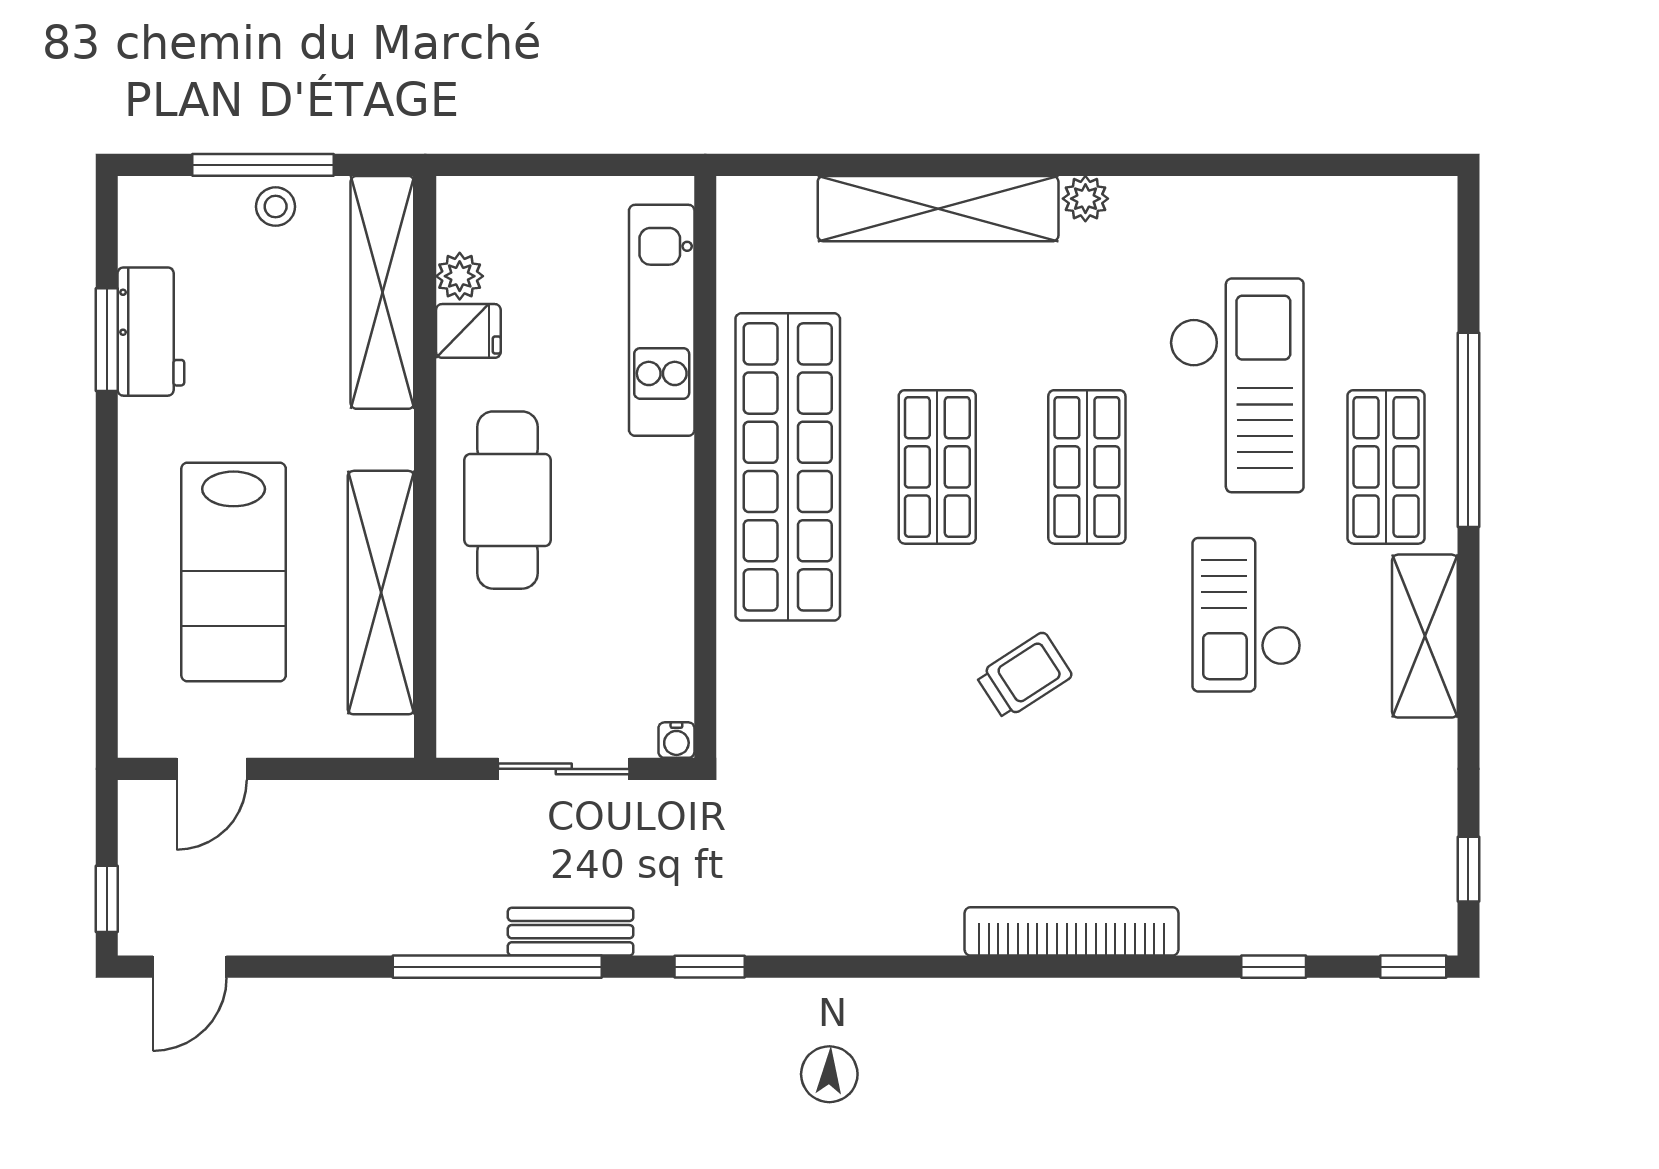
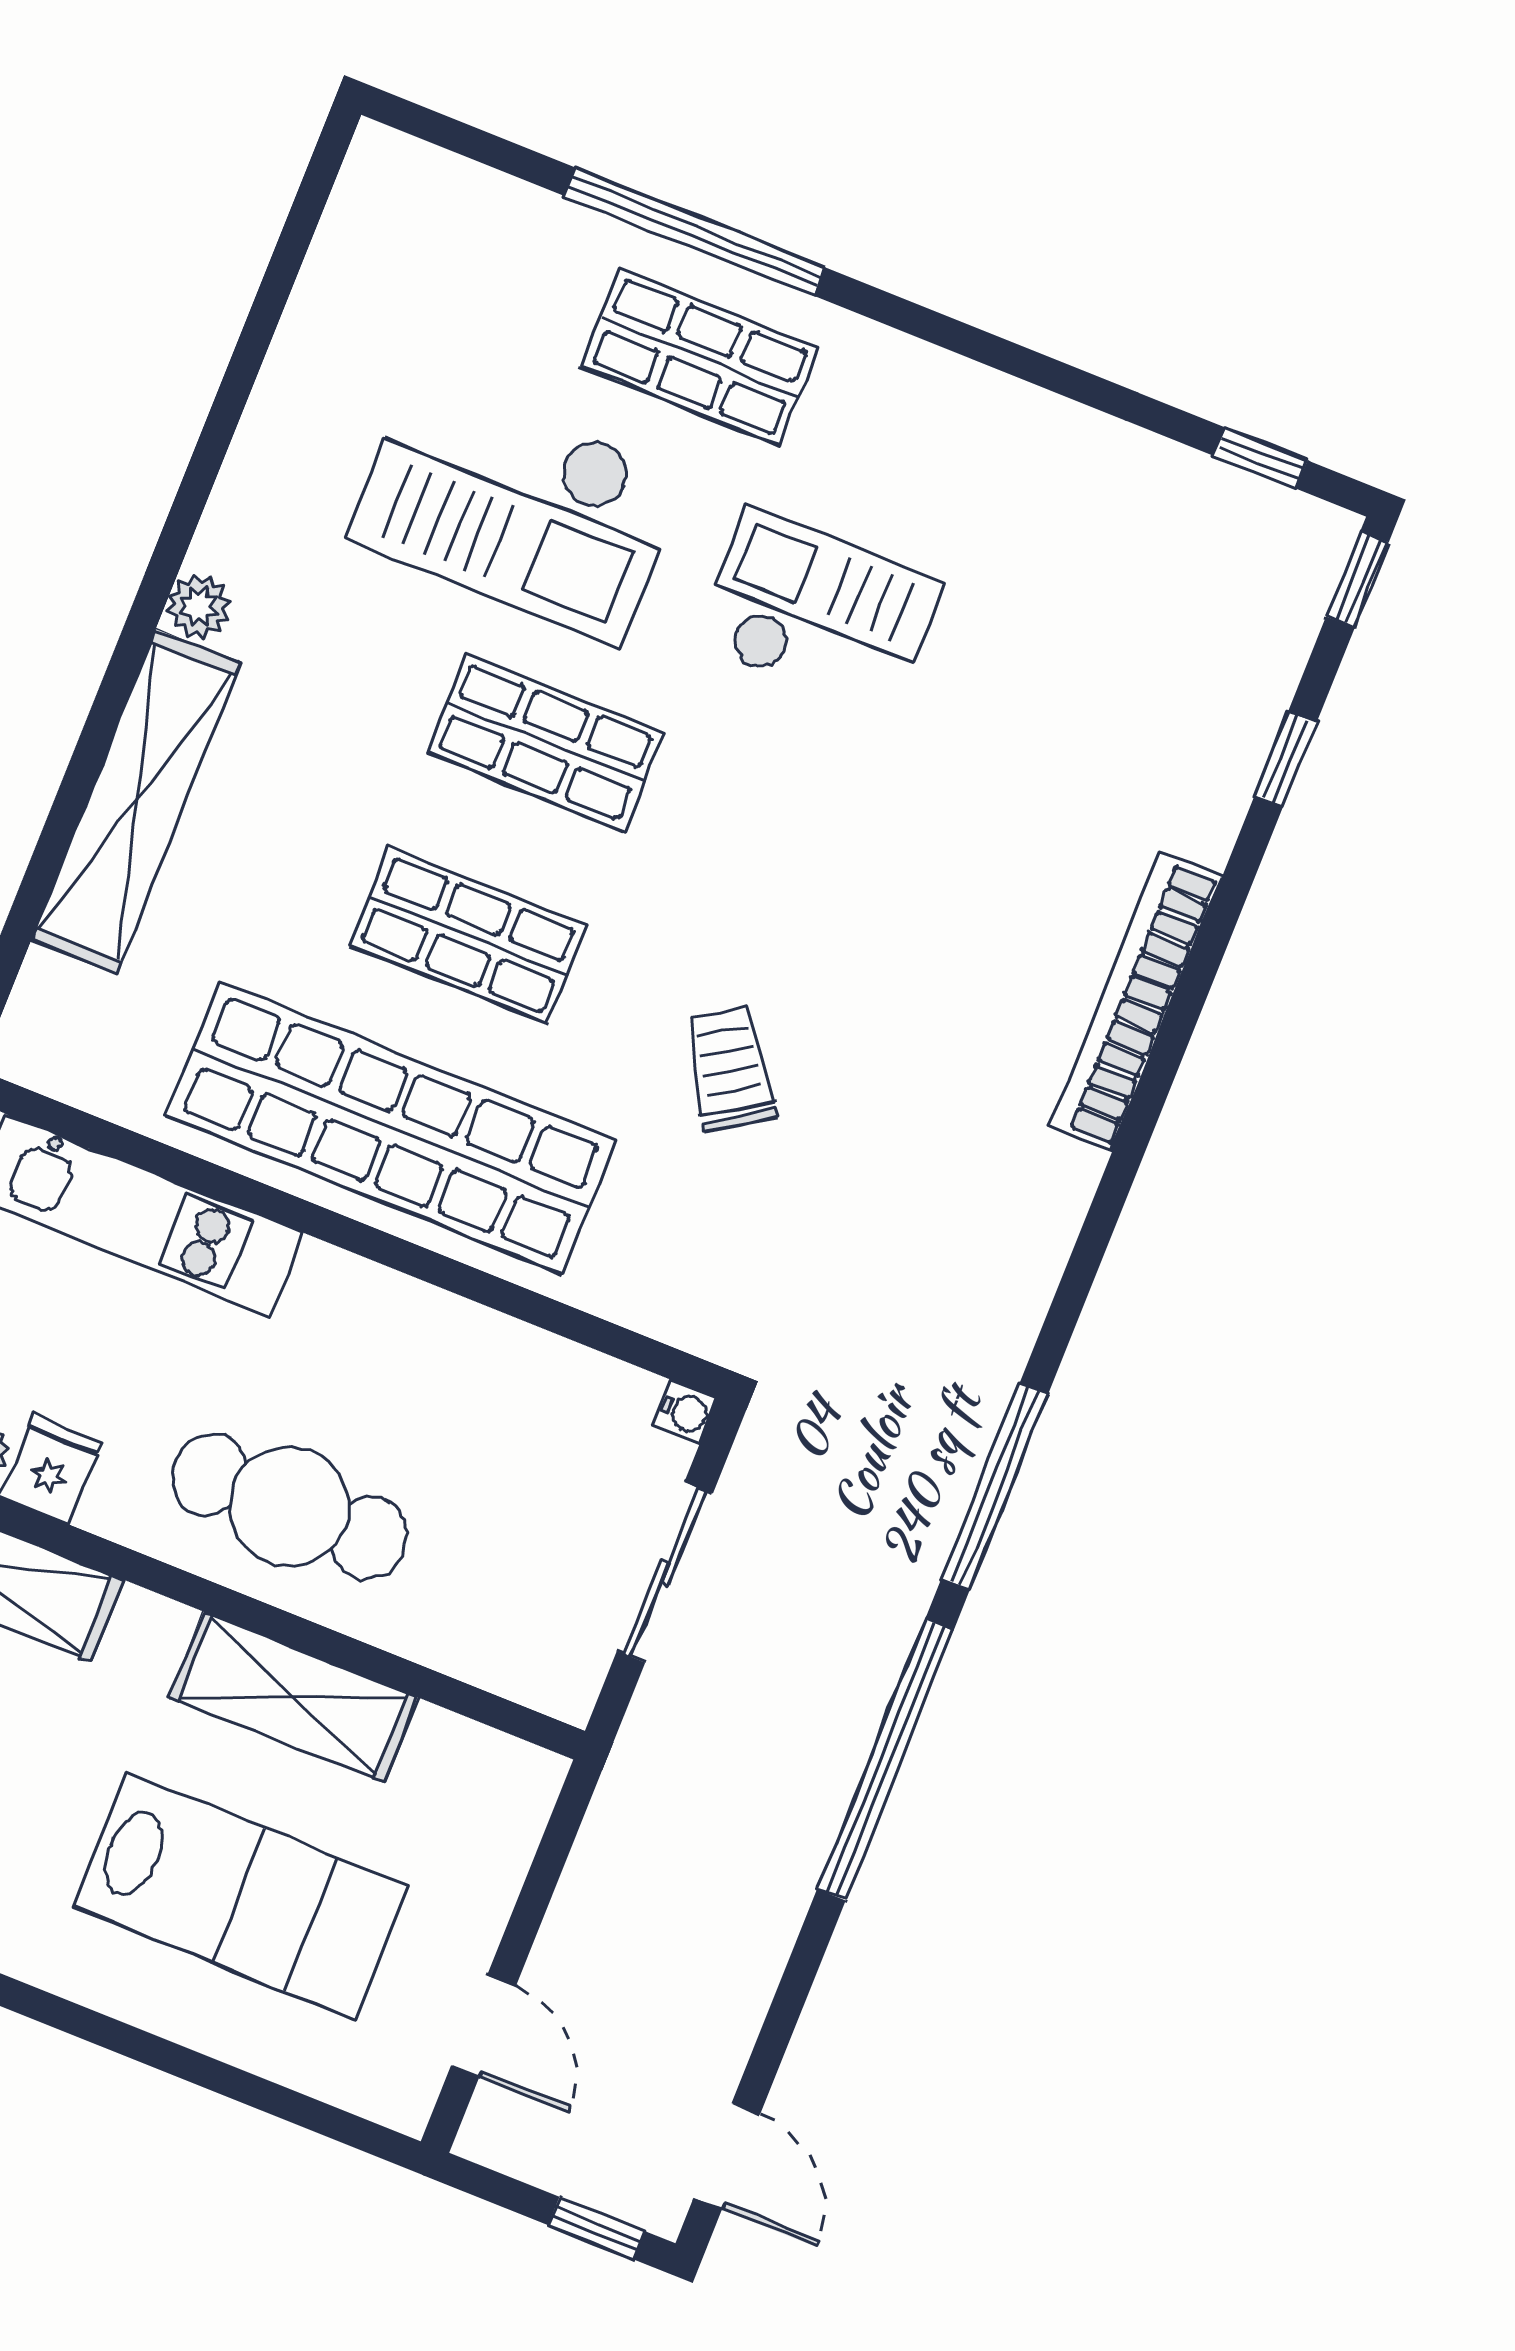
checkout: (1237, 385) -> (518, 507), turned 180
shelving: (381, 593) -> (293, 1697), width x0.68
checkout: (1247, 615) -> (818, 613), turned 180
shelving: (1425, 636) -> (938, 394), removed
trolley: (1024, 676) -> (730, 1069), moved
bench: (571, 932) -> (878, 1647), removed
window: (710, 967) -> (995, 1486), width x2.17

